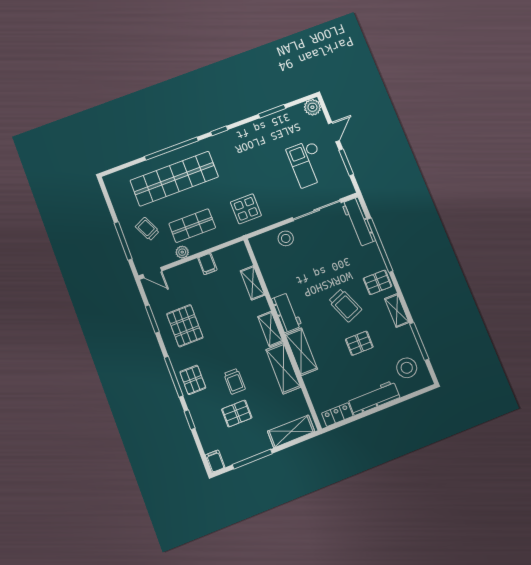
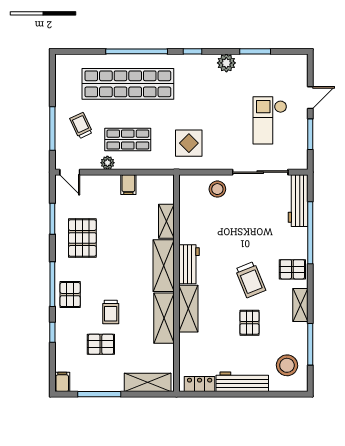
plant: (312, 107) -> (226, 63), moved
shelving: (270, 329) -> (164, 266), width x1.50, depth x1.33
pallet: (359, 343) -> (249, 323), turned 90

